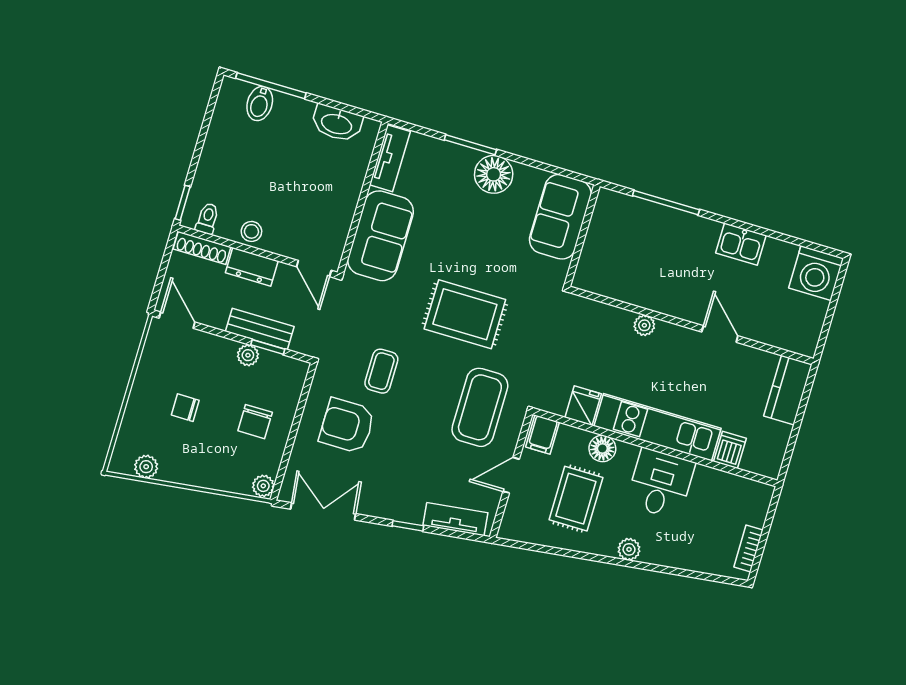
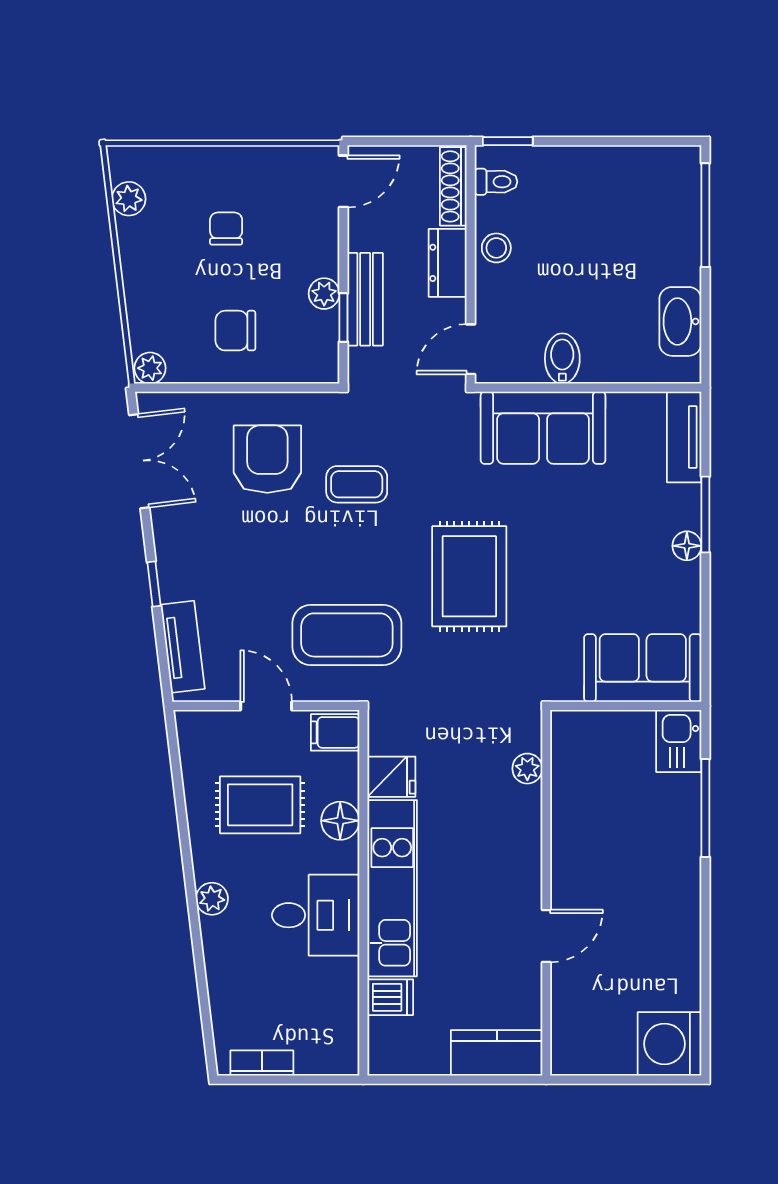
bidet: (260, 104) -> (562, 359), moved, turned 90
tv unit: (390, 158) -> (684, 437), moved, turned 90
floor lamp: (494, 174) -> (687, 546), width x0.53, depth x0.53
kitchen sink: (741, 244) -> (679, 741), moved
plant: (644, 325) -> (527, 769), moved

